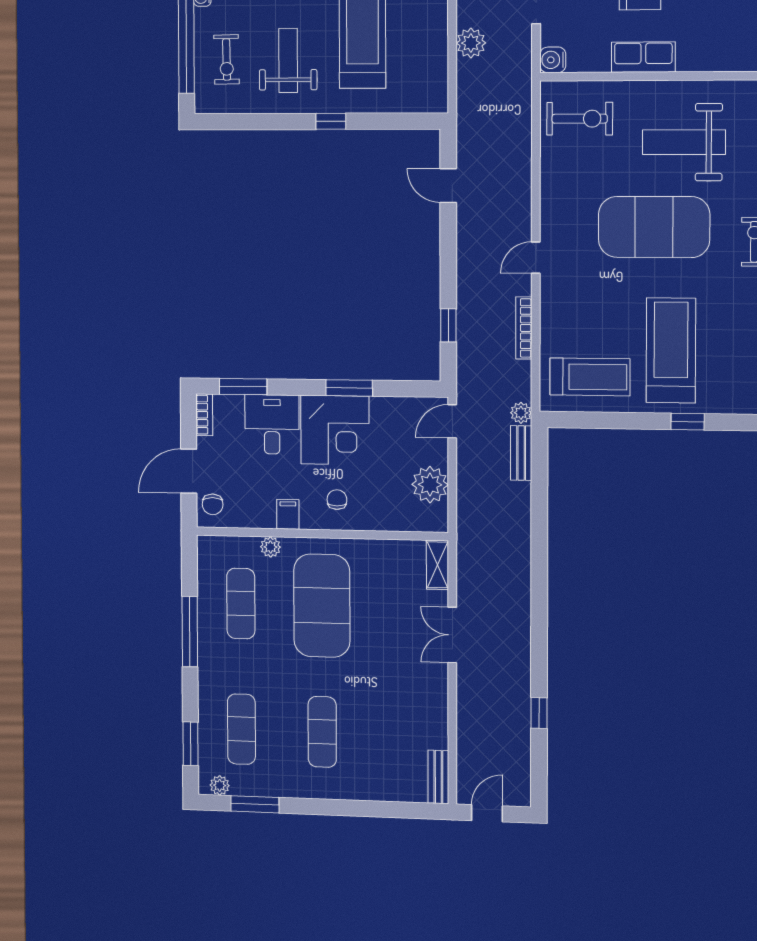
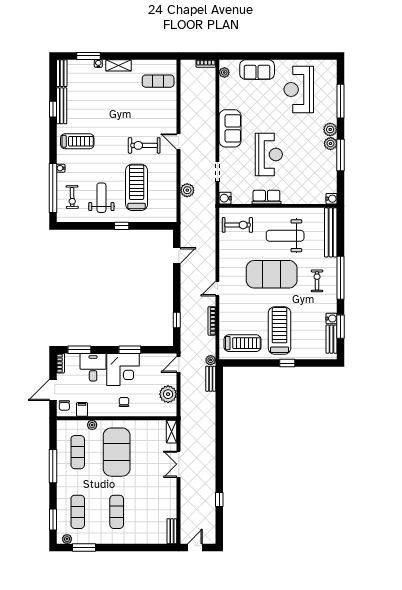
door: (448, 186) -> (177, 256), swing flipped
filing cabinet: (288, 514) -> (82, 409), moved

